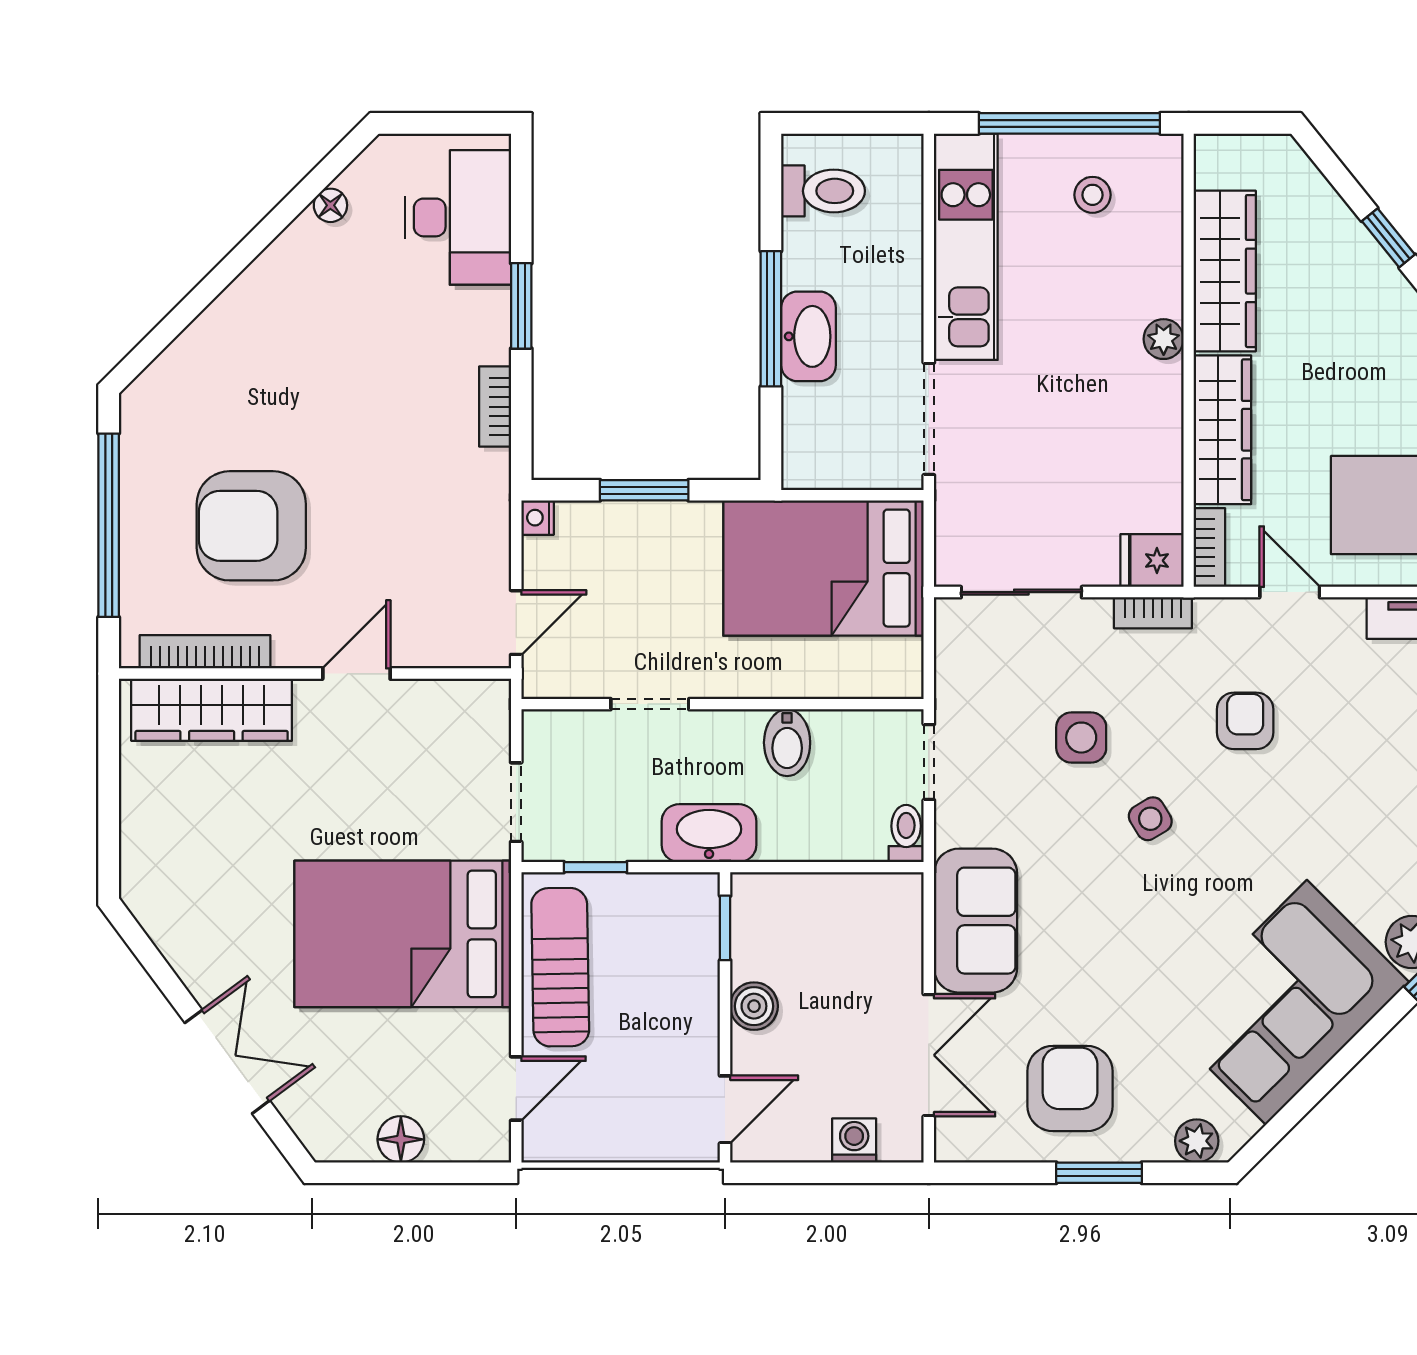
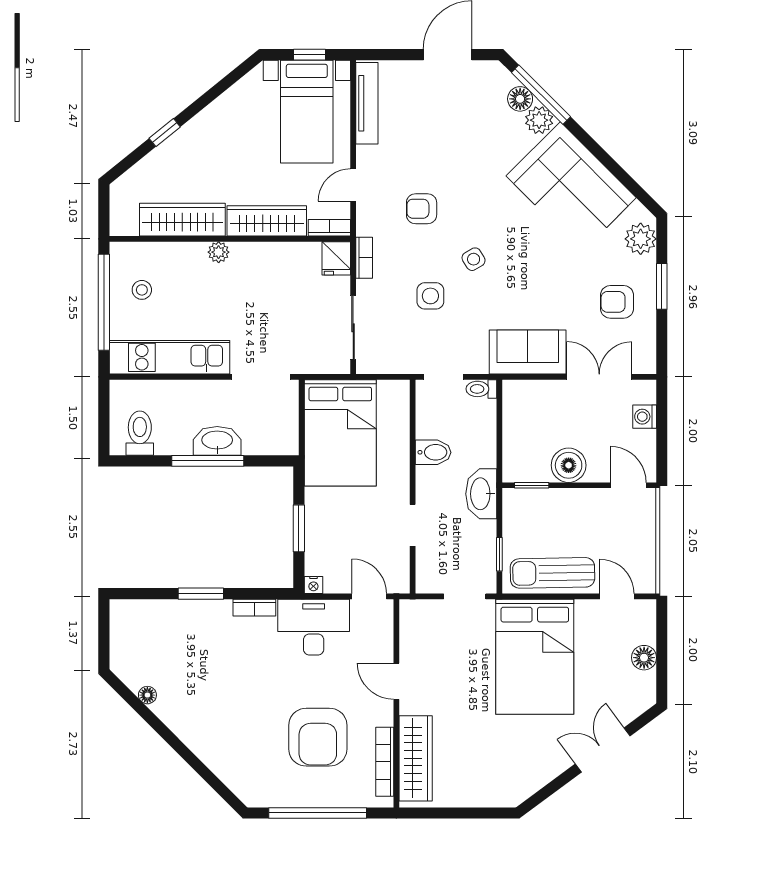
desk: (458, 217) -> (314, 627), moved
boiler: (754, 1006) -> (569, 465), width x1.36, depth x1.36
armchair: (1070, 1089) -> (617, 302), width x0.72, depth x0.72
plant: (1197, 1141) -> (641, 239), width x1.38, depth x1.38

